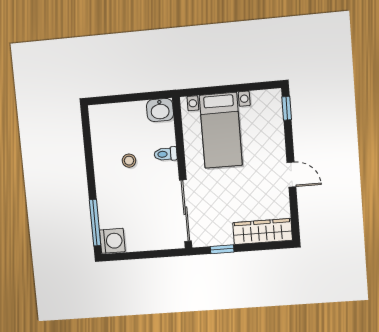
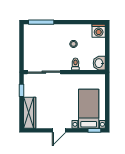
bed with nightstands: (221, 130) -> (89, 109), moved, turned 90
washing machine: (112, 241) -> (99, 31), moved

